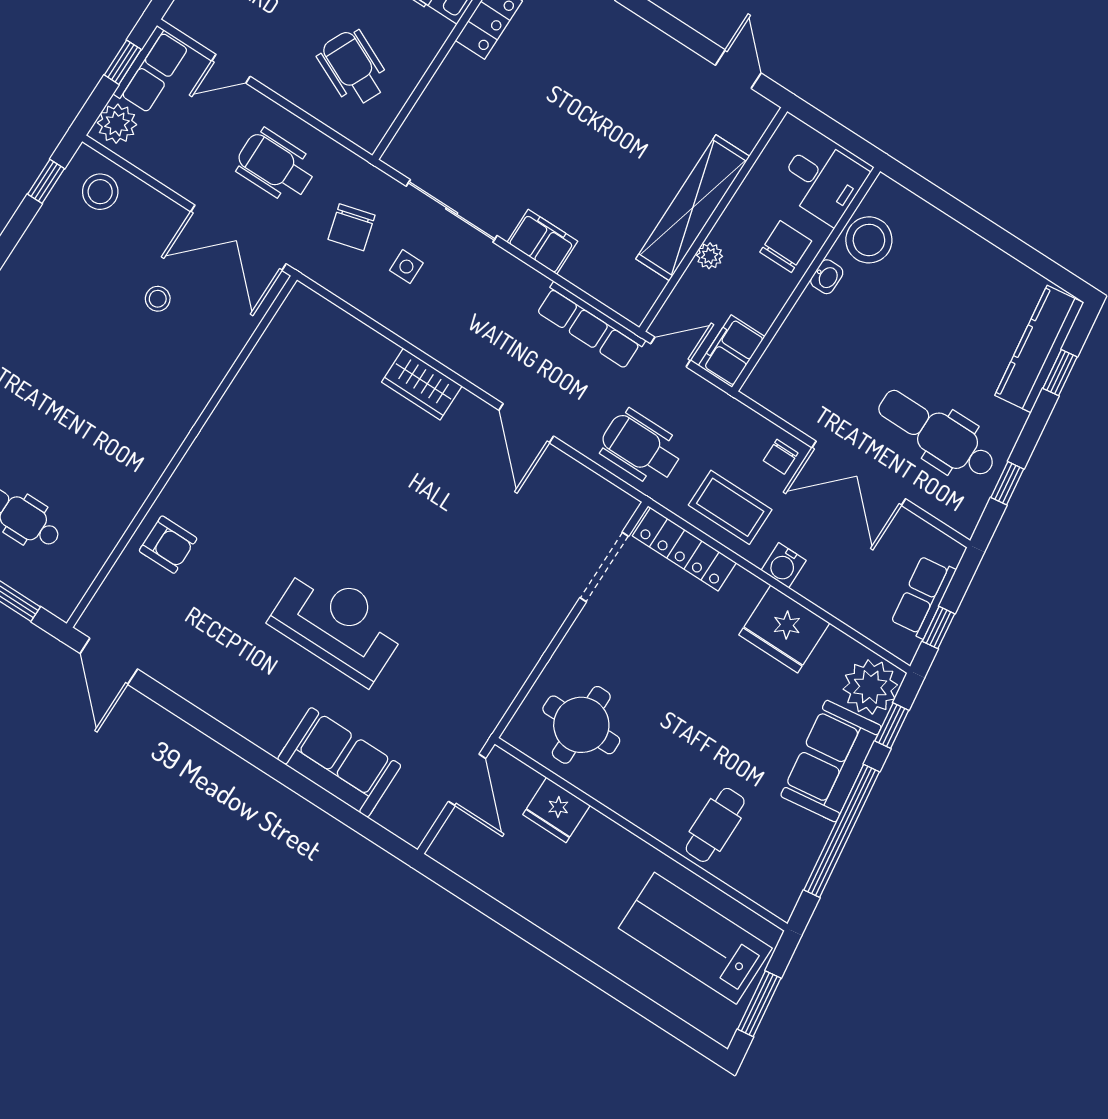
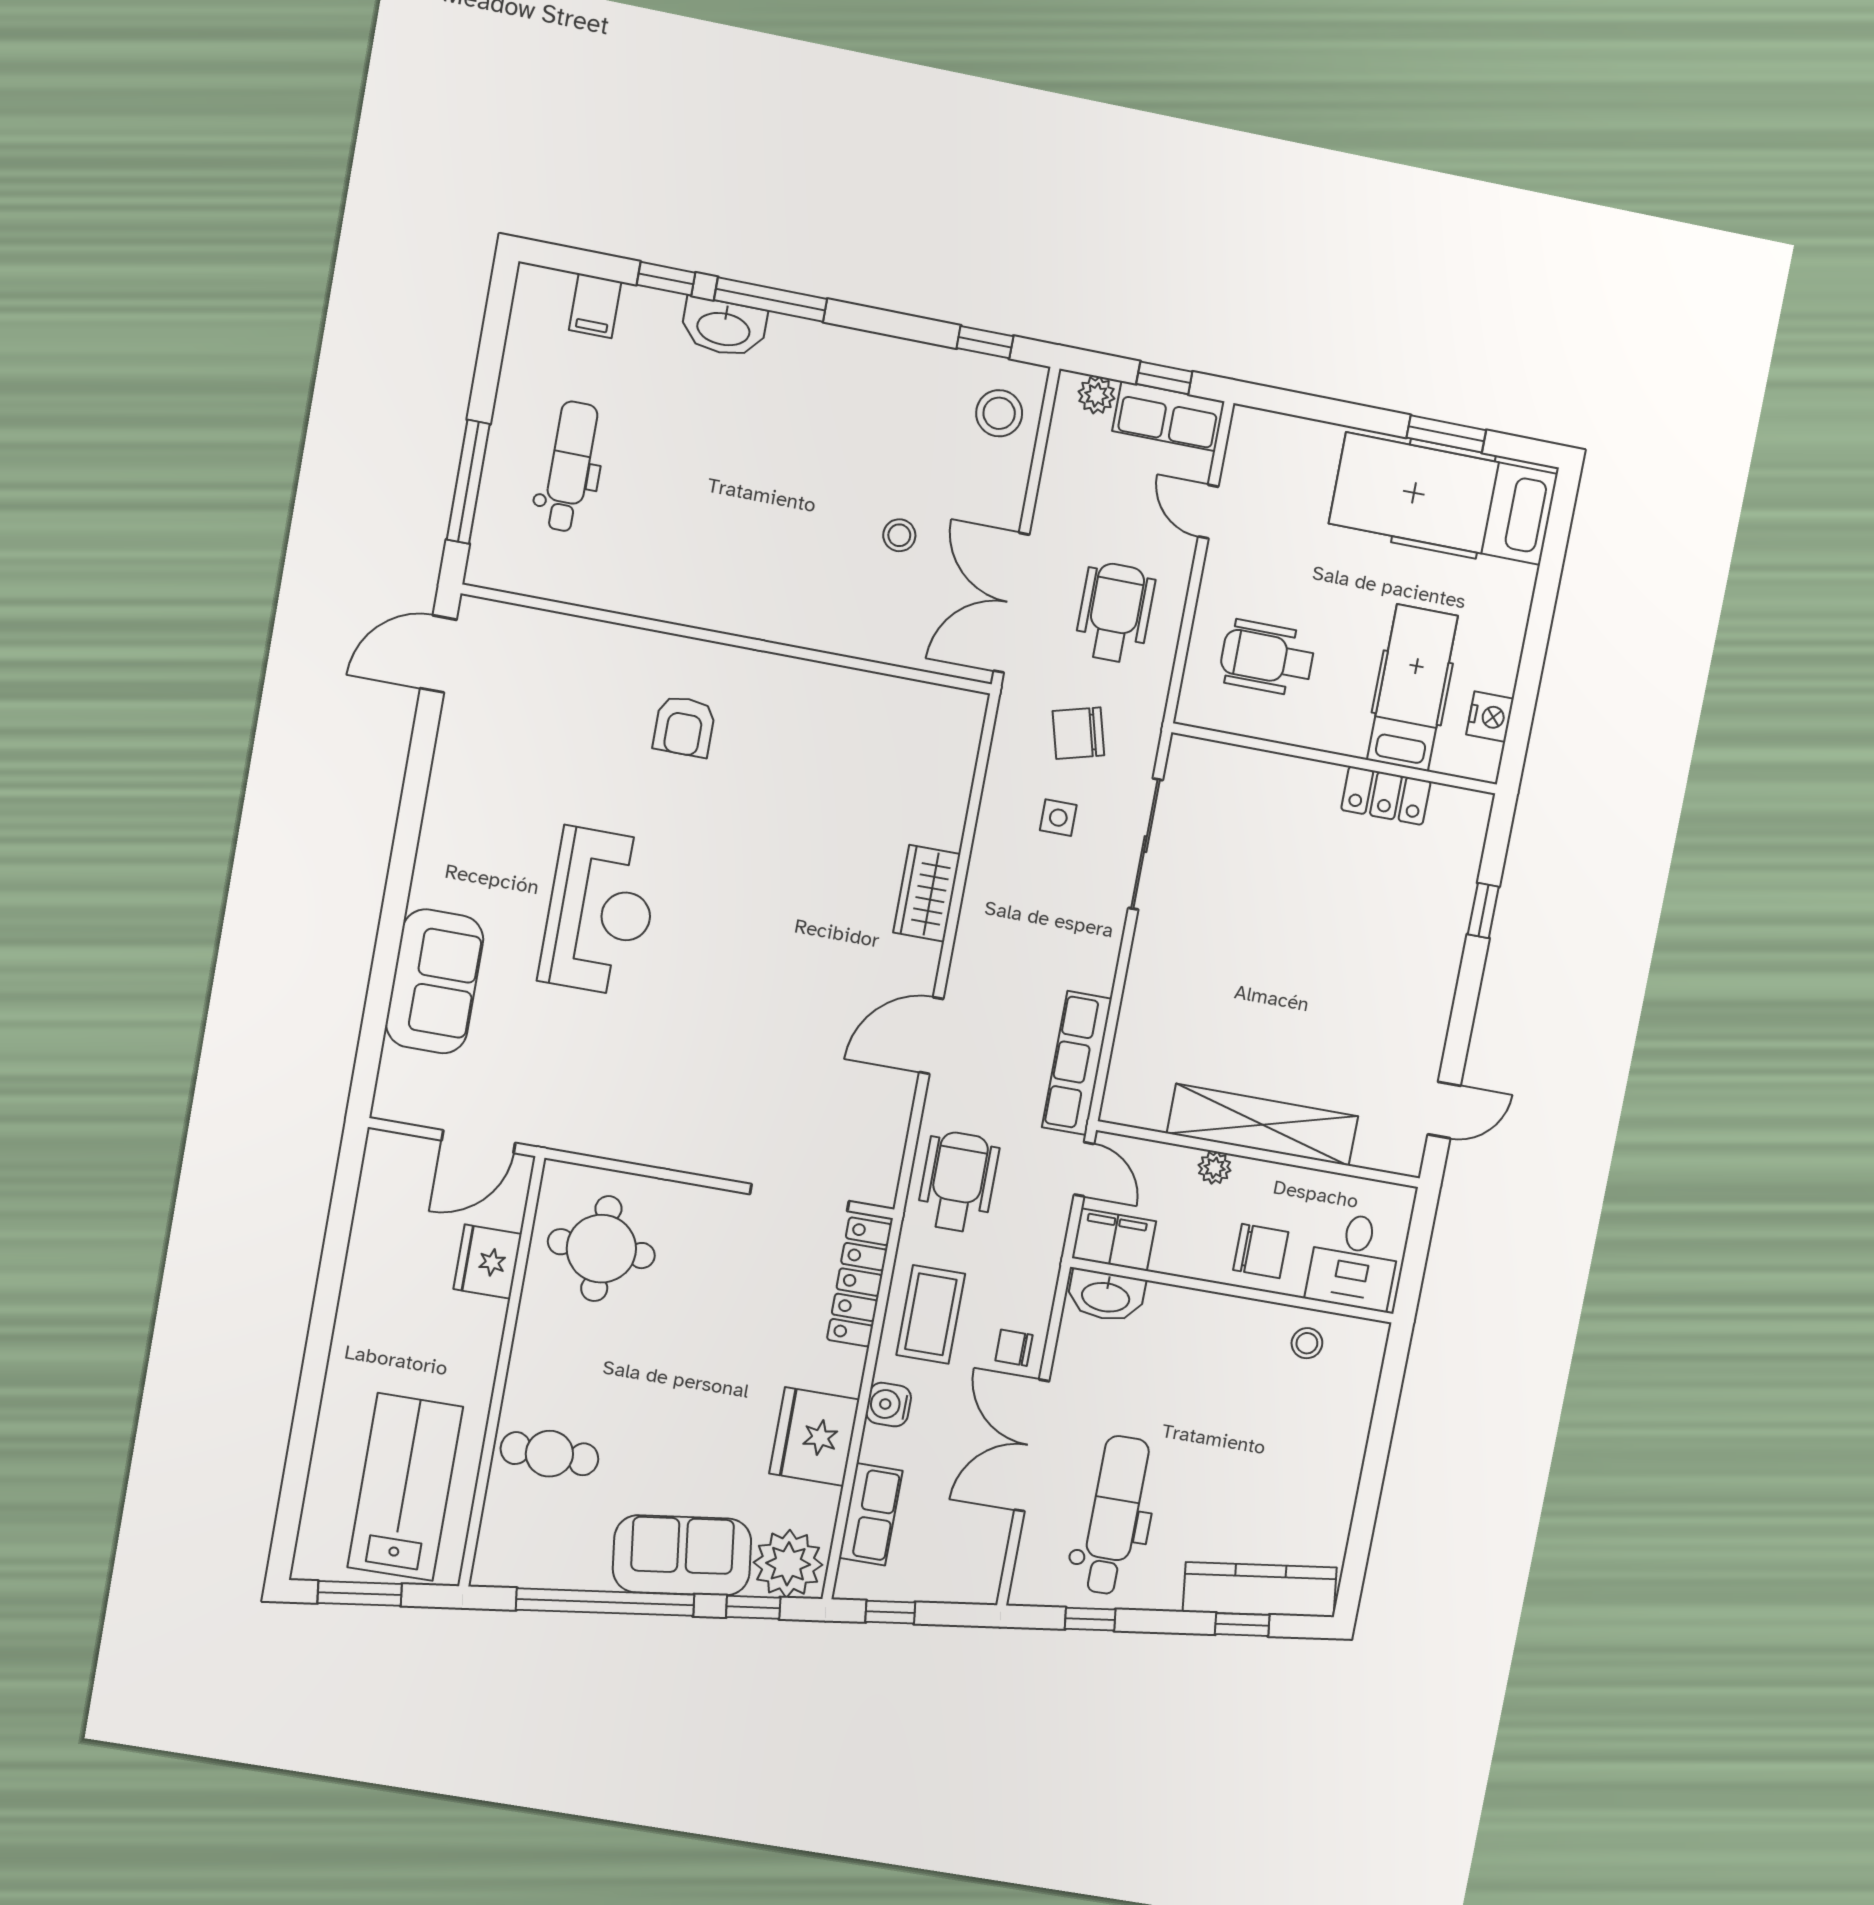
wheelchair: (353, 68) -> (1267, 658), turned -115
plant: (117, 124) -> (1096, 395), width x0.73, depth x0.73
stool: (869, 240) -> (1307, 1343), width x0.53, depth x0.53
filing cabinet: (542, 242) -> (1152, 966), removed
washbasin: (827, 277) -> (1106, 1296), moved, width x1.91, depth x1.45
armchair: (168, 545) -> (684, 726), moved
row of seats: (923, 597) -> (871, 1514), moved, turned 97

